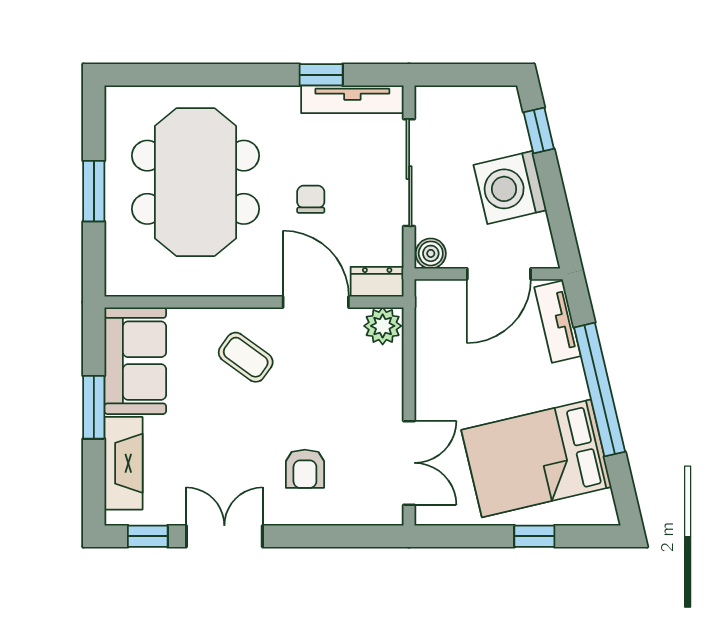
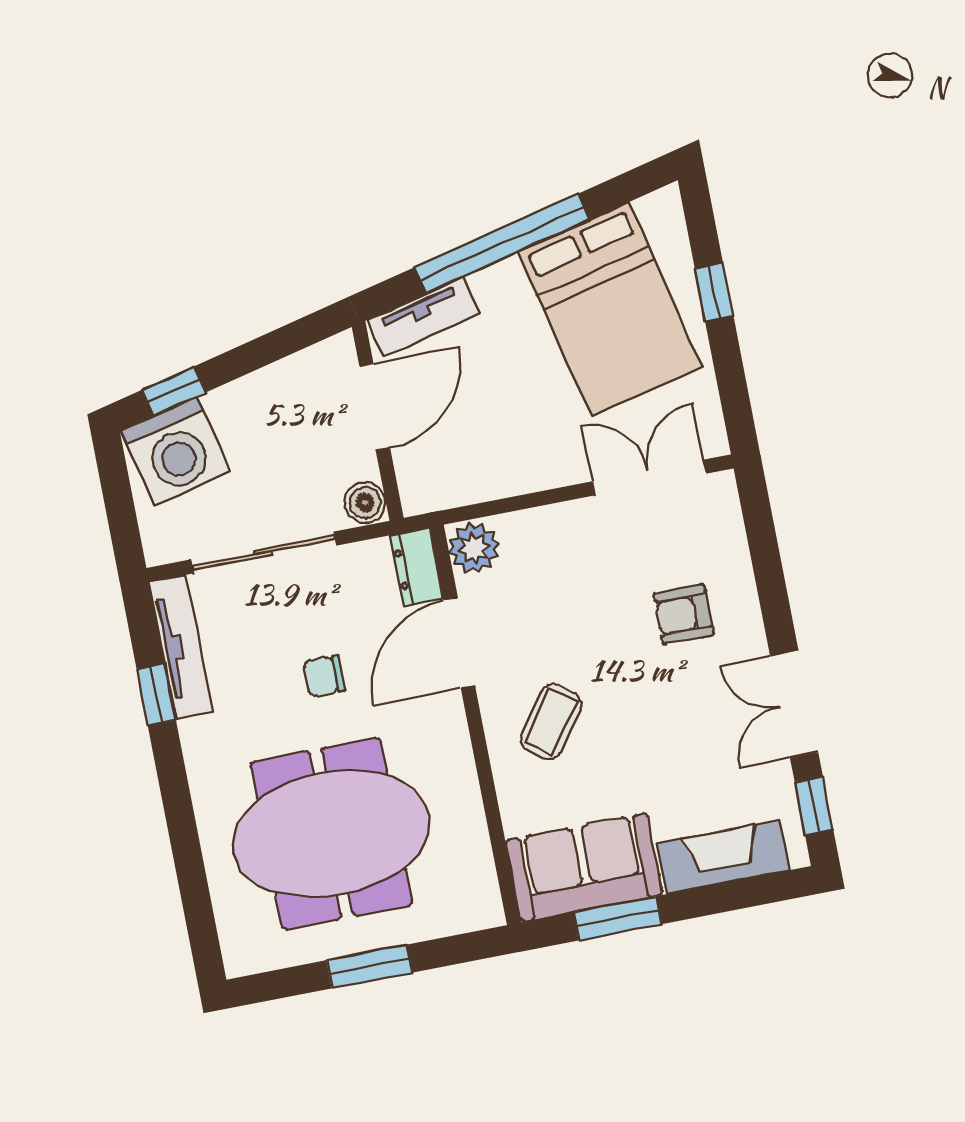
washing machine: (510, 188) -> (176, 451), moved
door: (499, 274) -> (375, 407), hinge flipped
window: (94, 407) -> (618, 918), moved
armchair: (305, 469) -> (684, 614), turned 180

